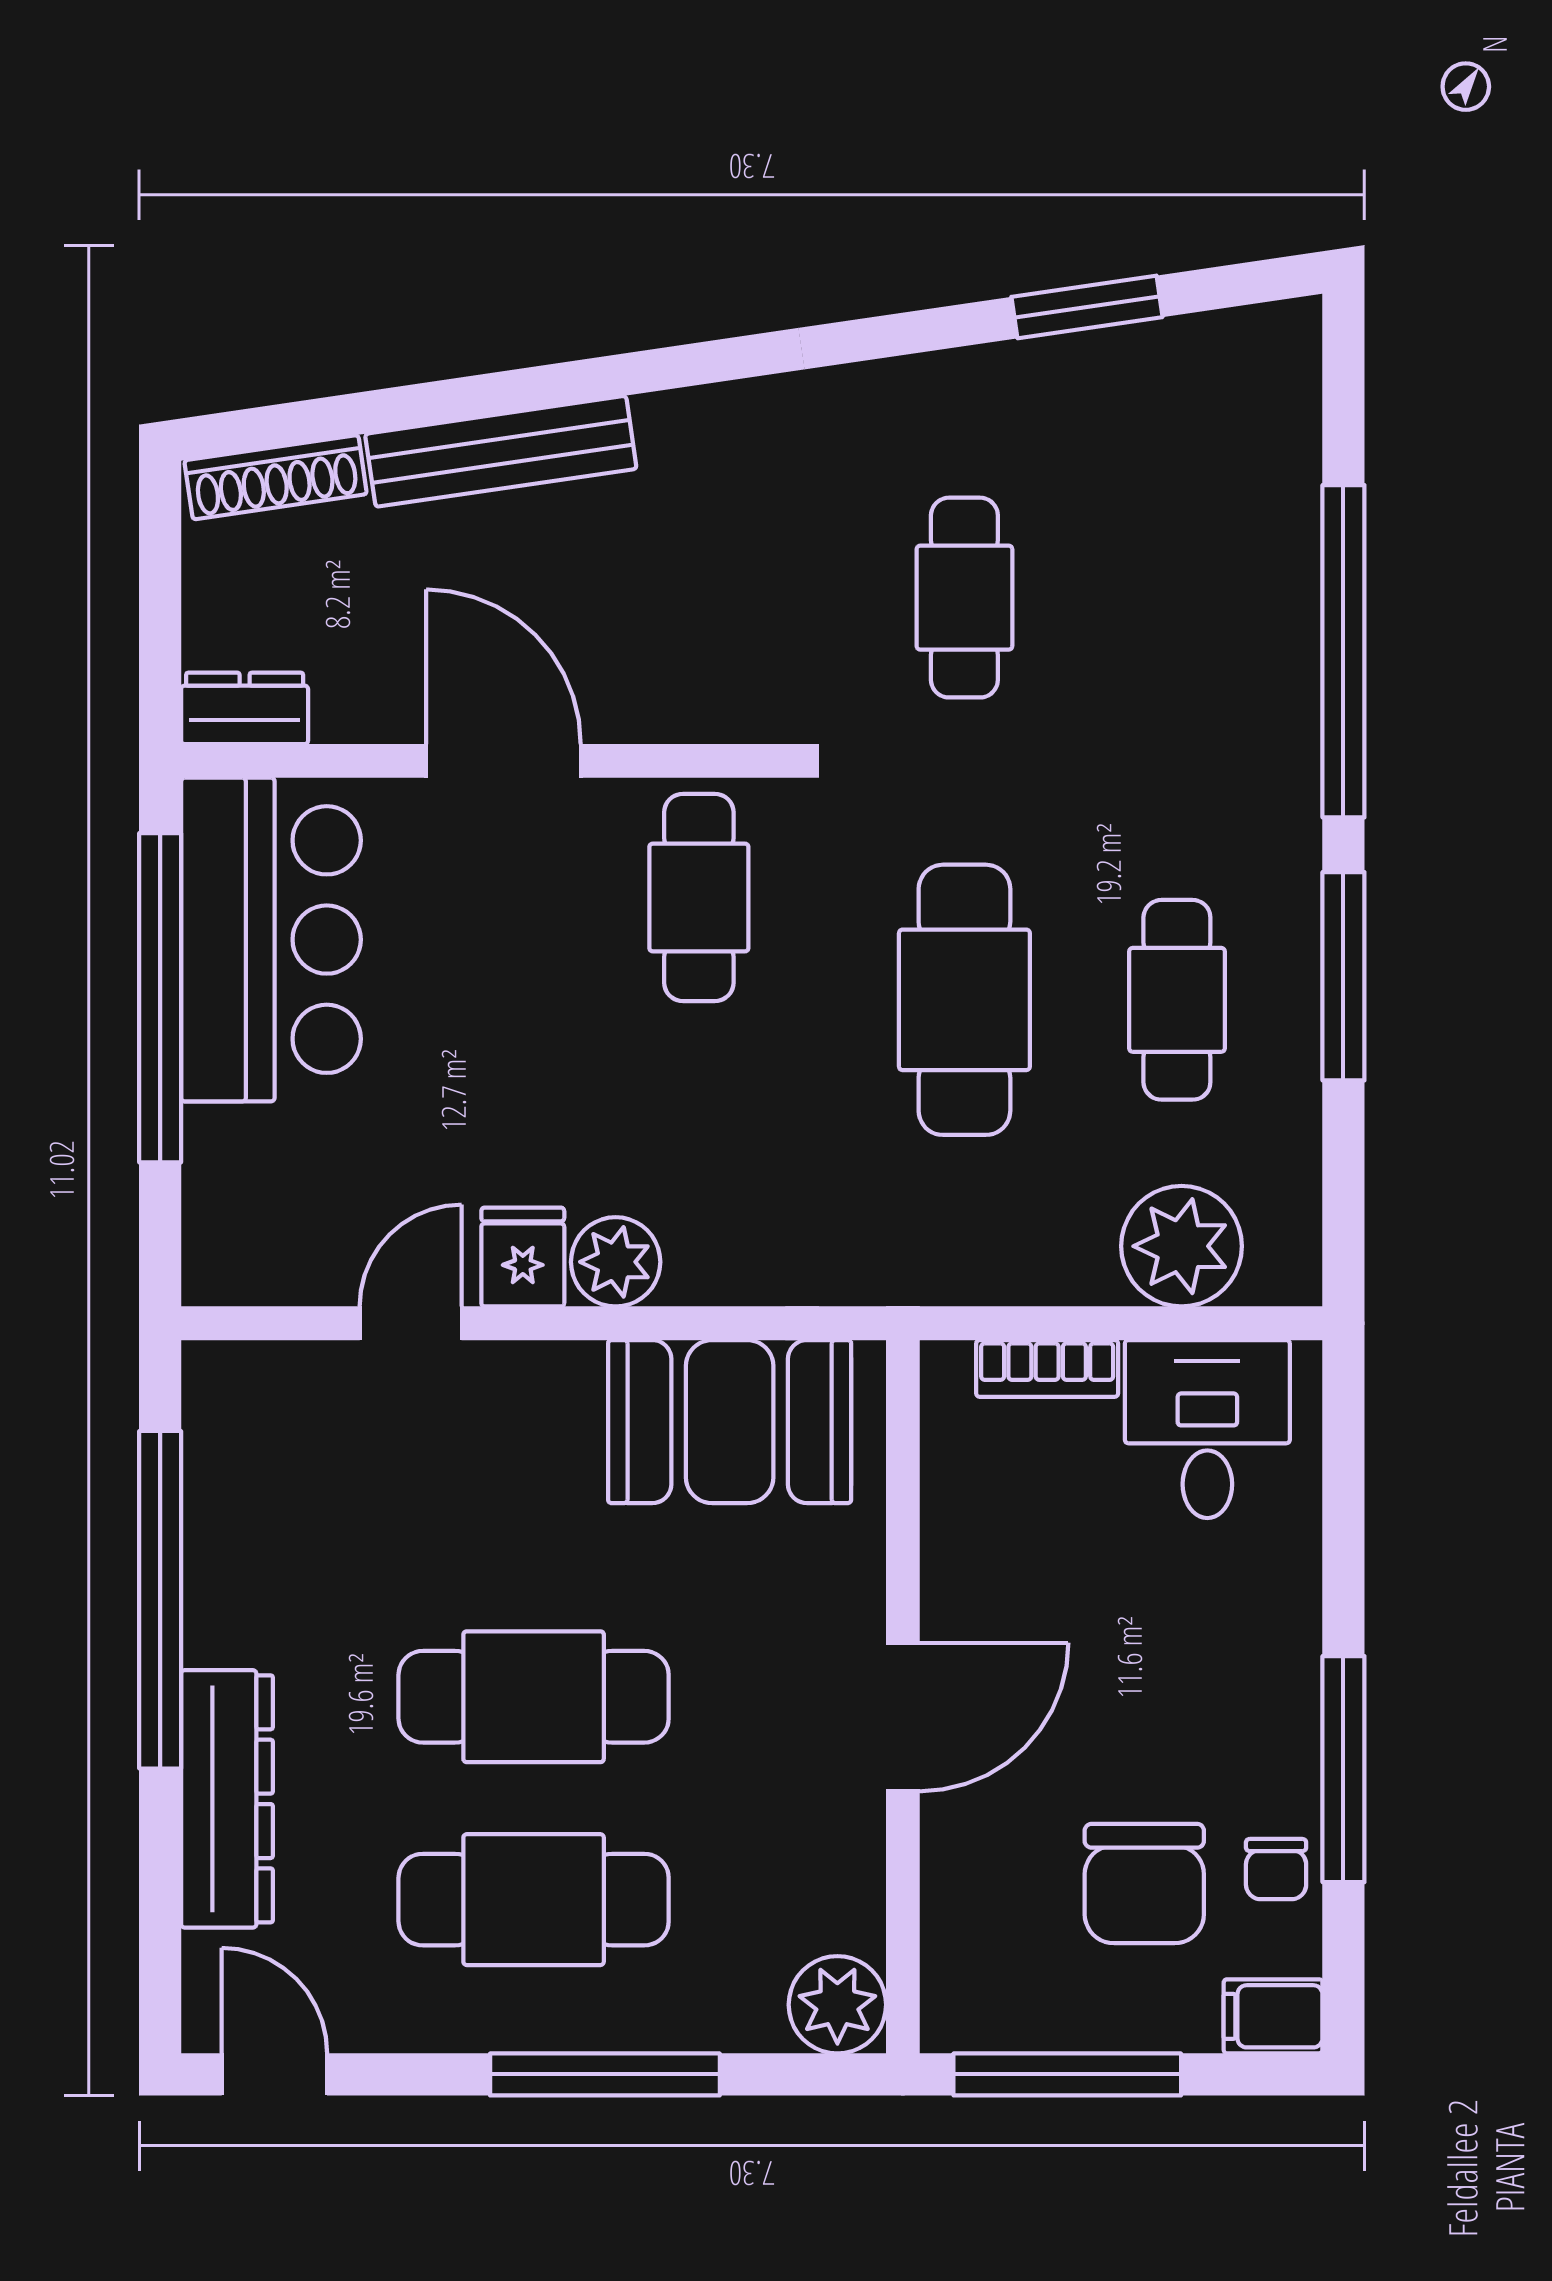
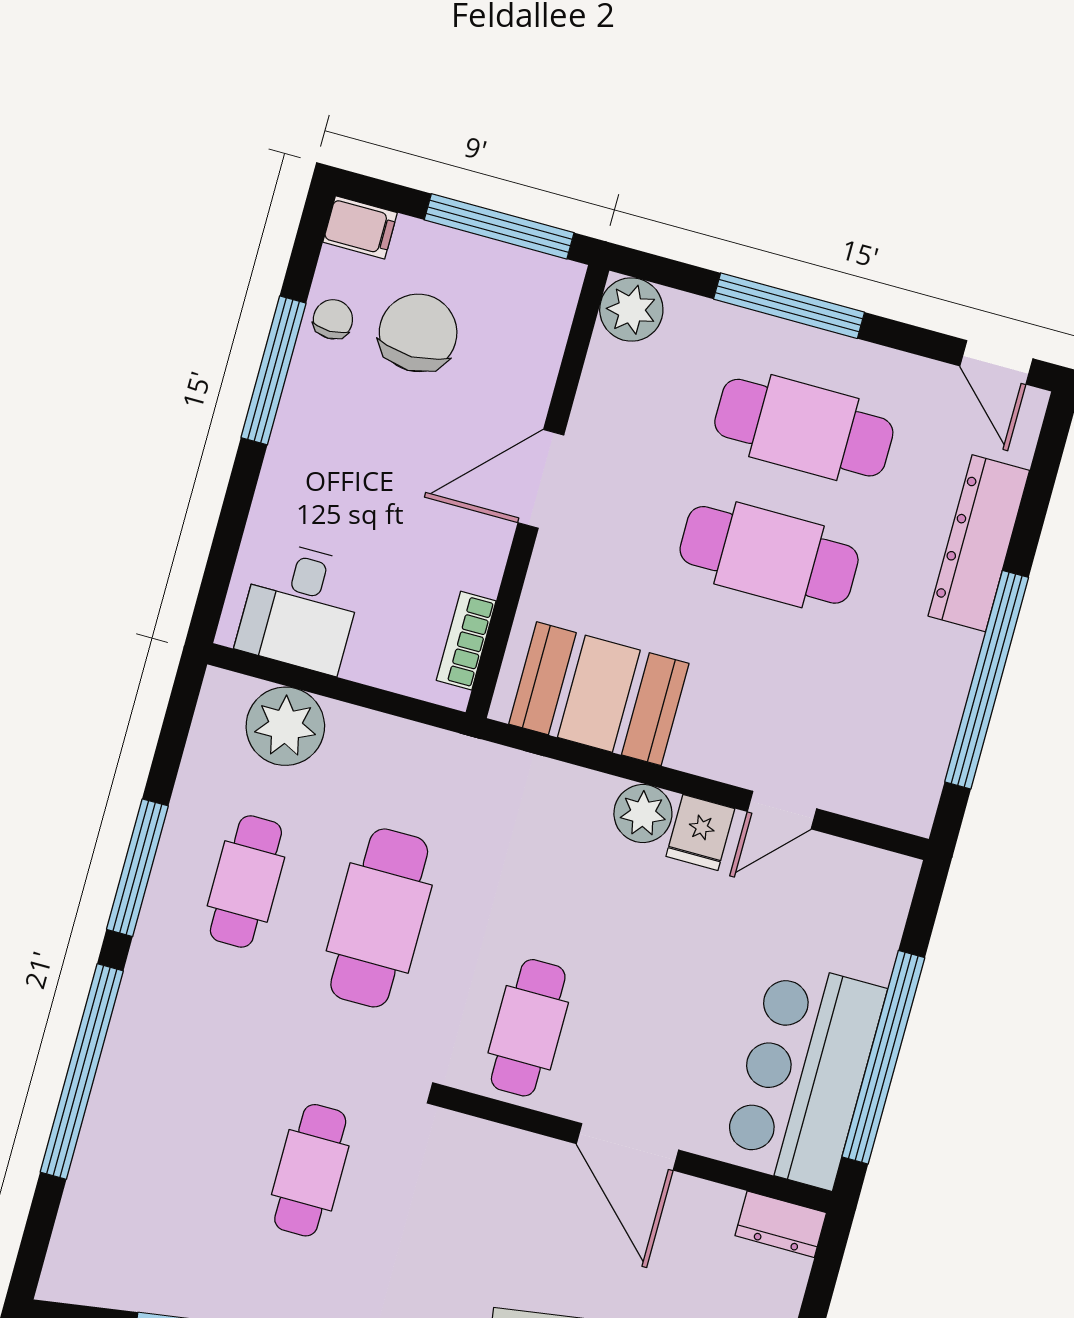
bookcase: (1047, 1368) -> (466, 641), moved, turned -90

